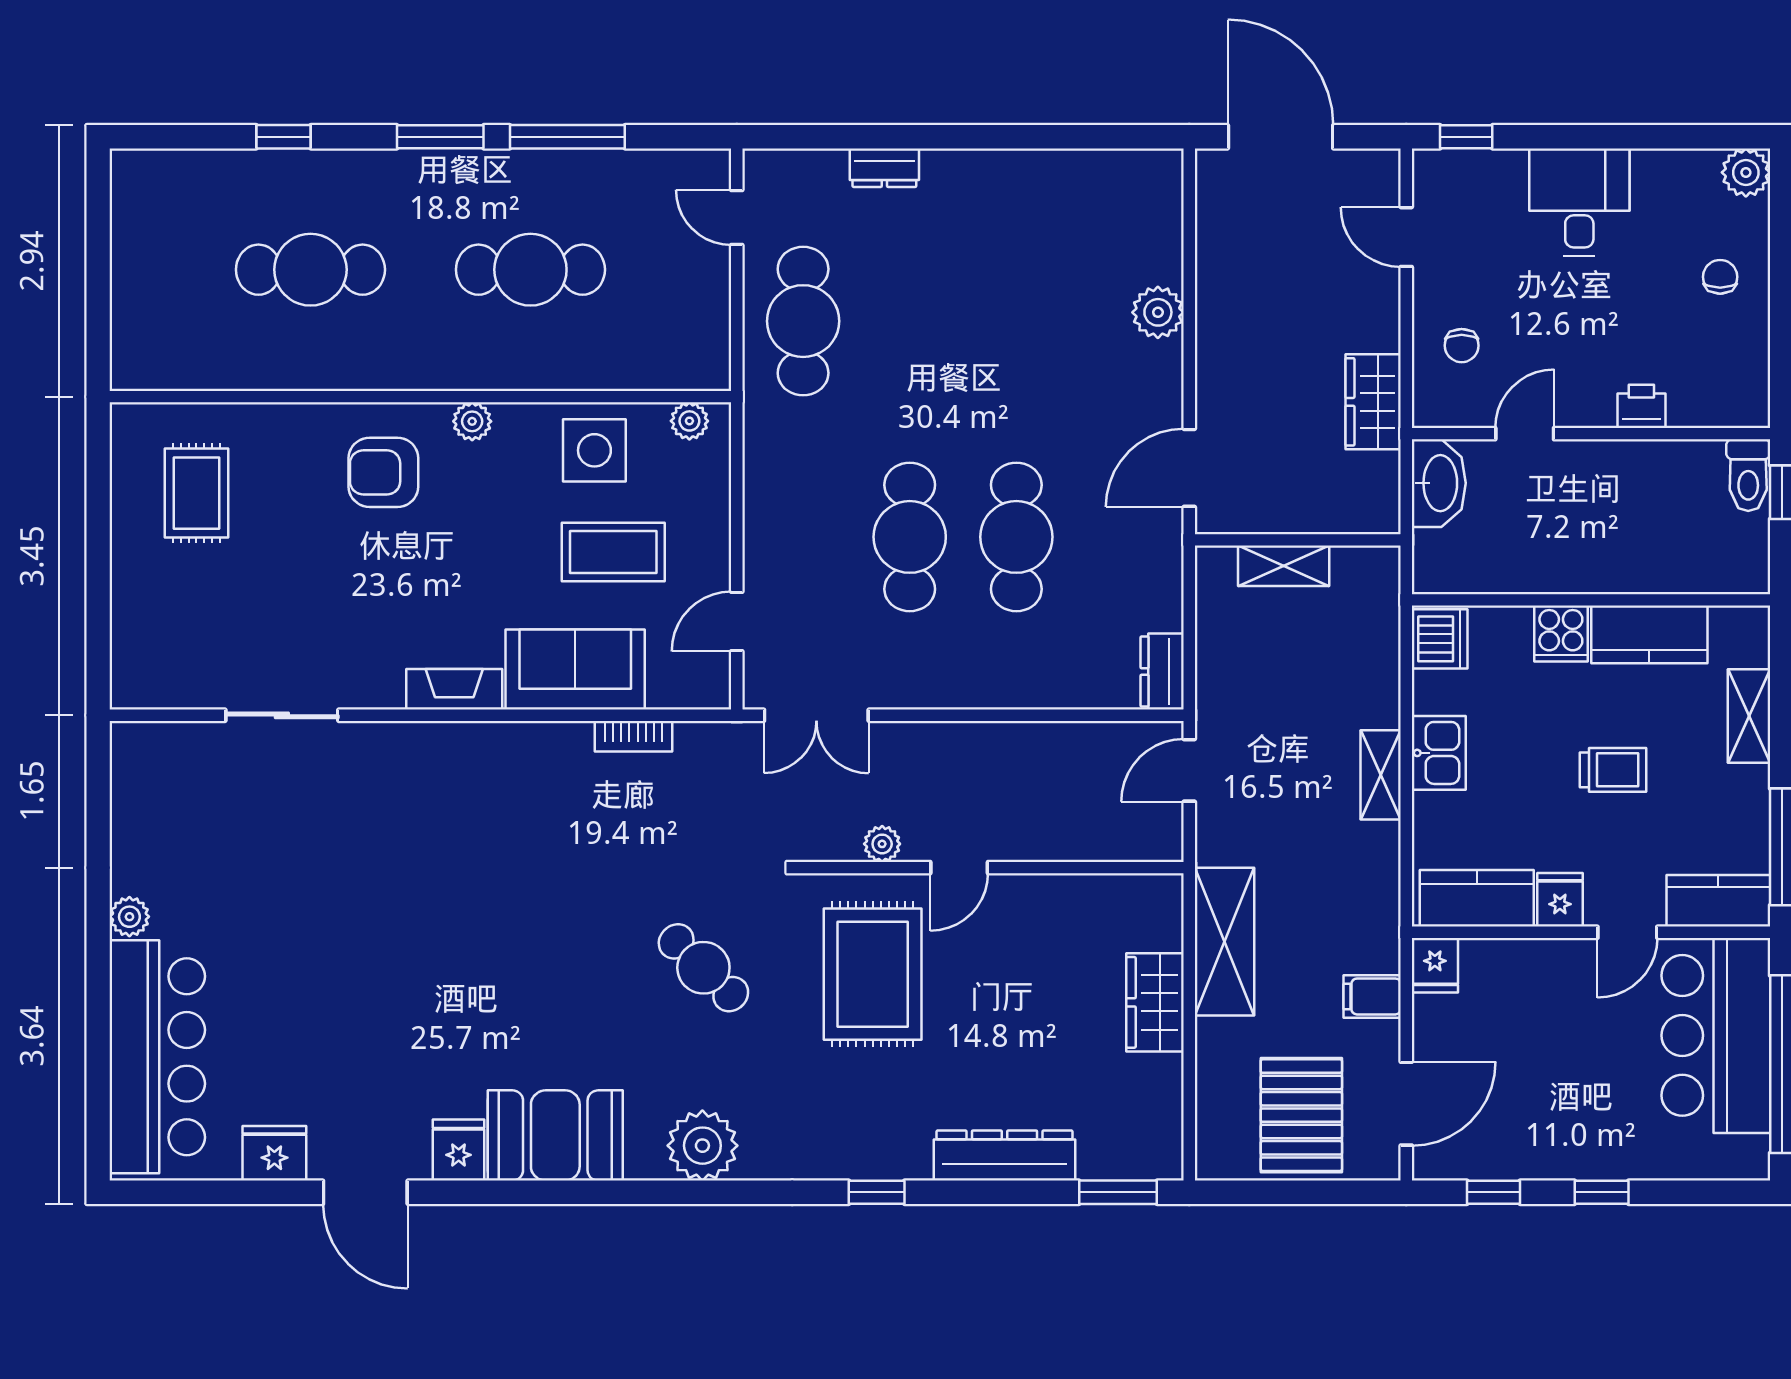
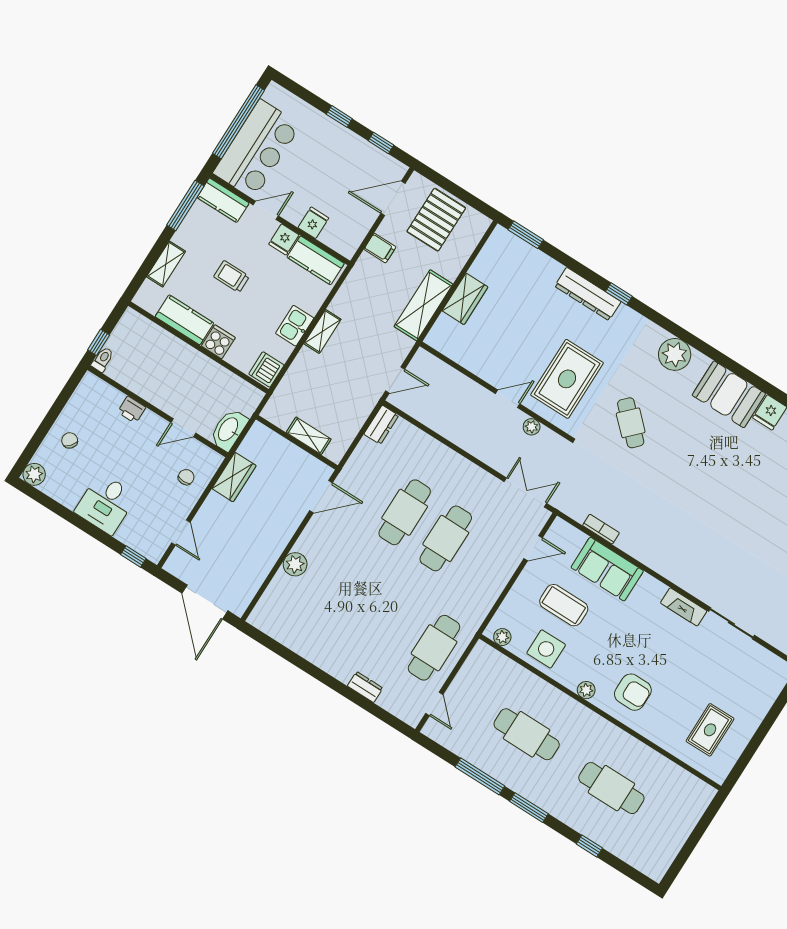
chair: (1720, 277) -> (70, 440), turned 131
toilet: (1748, 475) -> (103, 359), width x0.73, depth x0.72
fireplace: (454, 689) -> (684, 607), moved
fridge: (1435, 965) -> (313, 223), moved
dresser: (1004, 1156) -> (588, 294), moved

